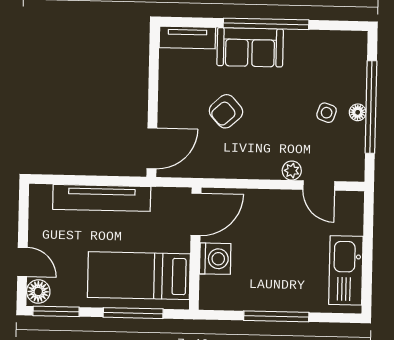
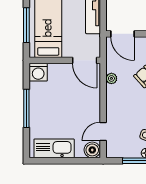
plant: (292, 171) -> (111, 78), moved
boiler: (350, 205) -> (92, 150), added
washing machine: (215, 259) -> (38, 72), moved

